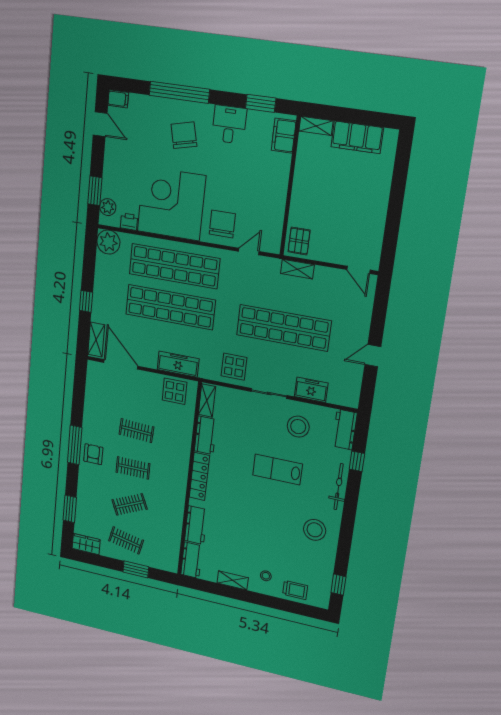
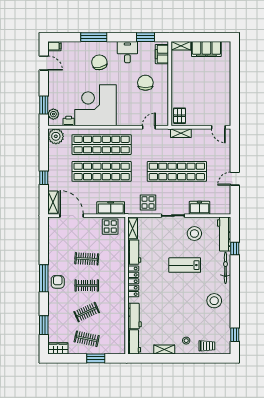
window: (179, 92) -> (94, 37), width x0.68
chair: (222, 224) -> (145, 83), moved
workbench: (345, 429) -> (224, 234), width x1.38

